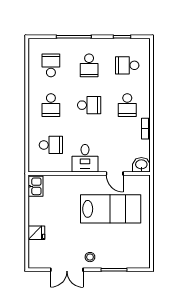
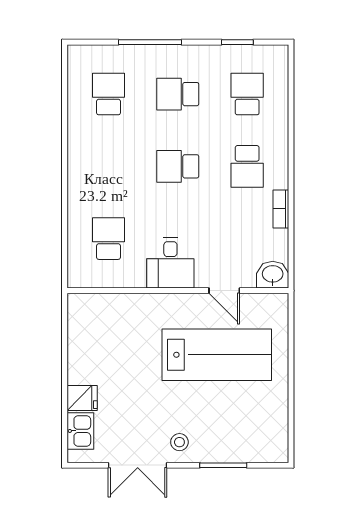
school desk: (89, 65) -> (178, 94), turned 90
school desk: (127, 65) -> (247, 94), turned 90
school desk: (51, 105) -> (109, 166), removed
school desk: (89, 105) -> (178, 166), turned 180
school desk: (51, 145) -> (109, 239), turned -90
kitchen sink: (35, 186) -> (80, 431), moved

